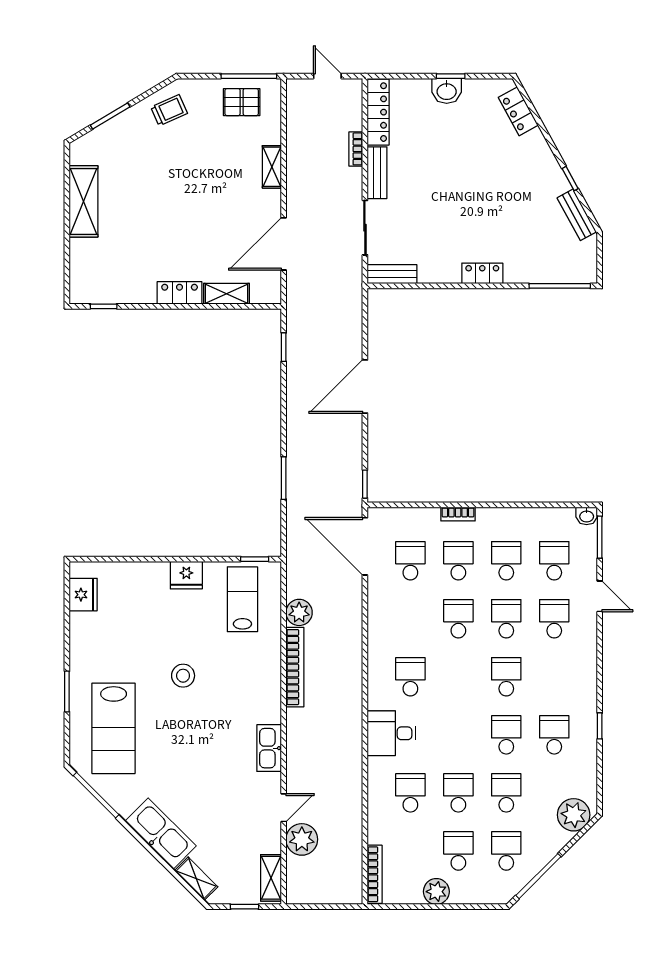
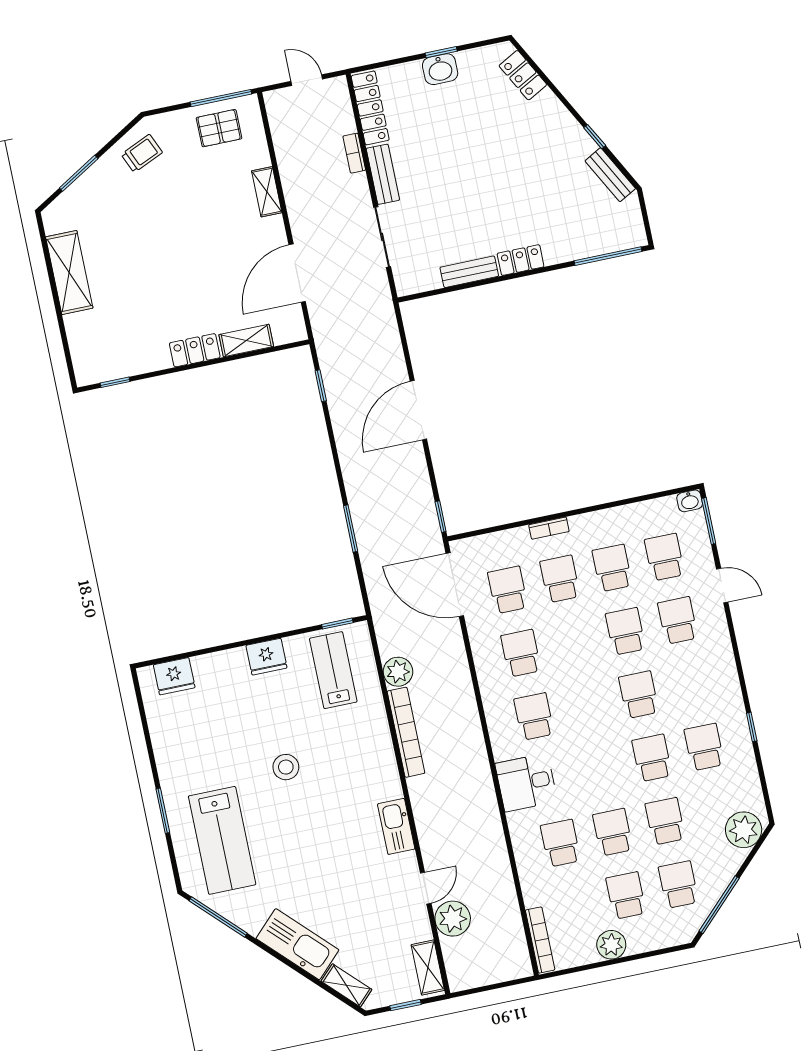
bench: (392, 274) -> (469, 272), moved
fridge: (83, 595) -> (174, 676), moved, turned 90
school desk: (458, 619) -> (521, 653), moved

